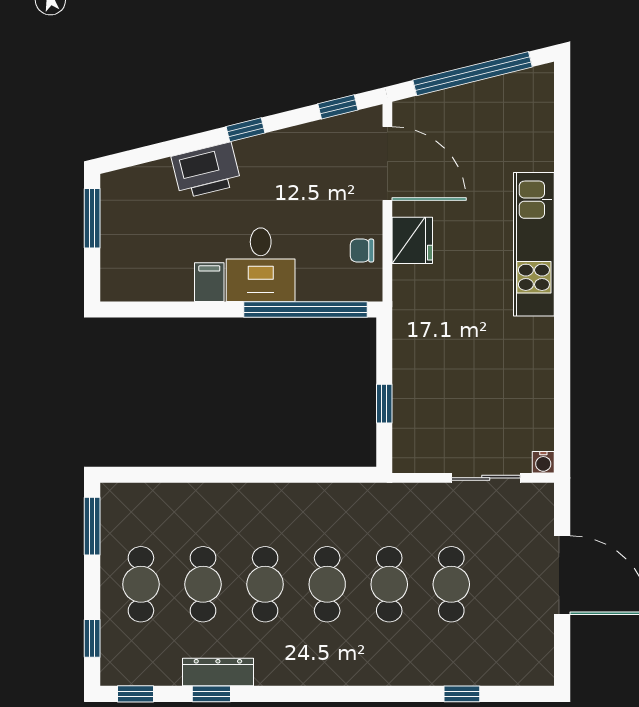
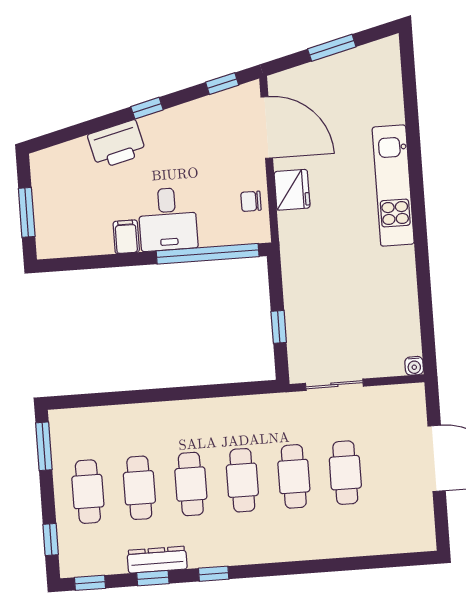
window: (473, 74) -> (332, 48), width x0.47
window: (92, 218) -> (27, 212), moved
sliding door: (486, 478) -> (334, 385), moved
window: (462, 694) -> (214, 574), moved

